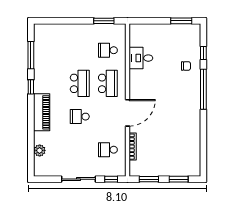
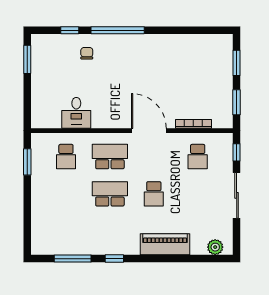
piano: (42, 112) -> (165, 244), moved
plant: (40, 150) -> (215, 247), moved

